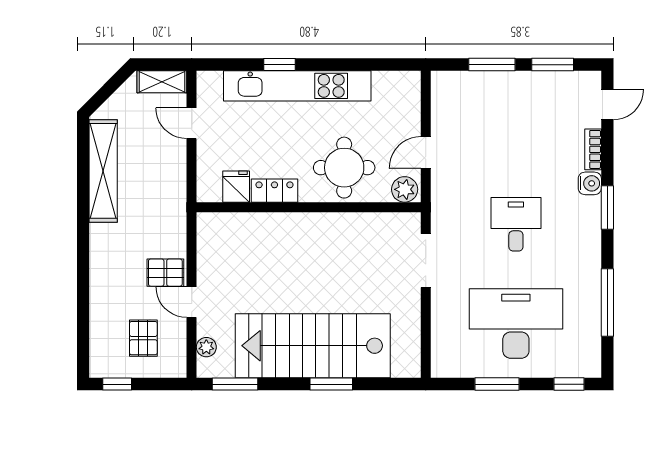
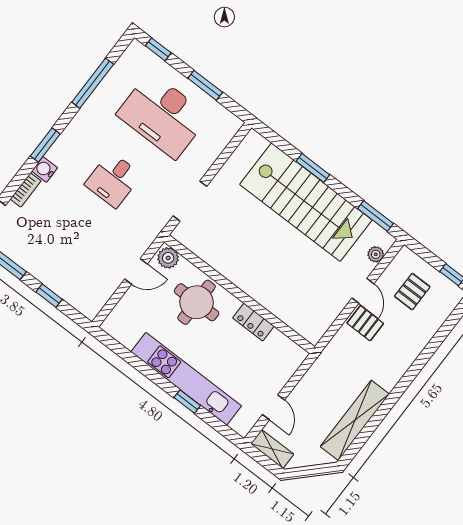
window: (492, 65) -> (49, 296), width x0.67
fridge: (236, 187) -> (276, 344), removed

